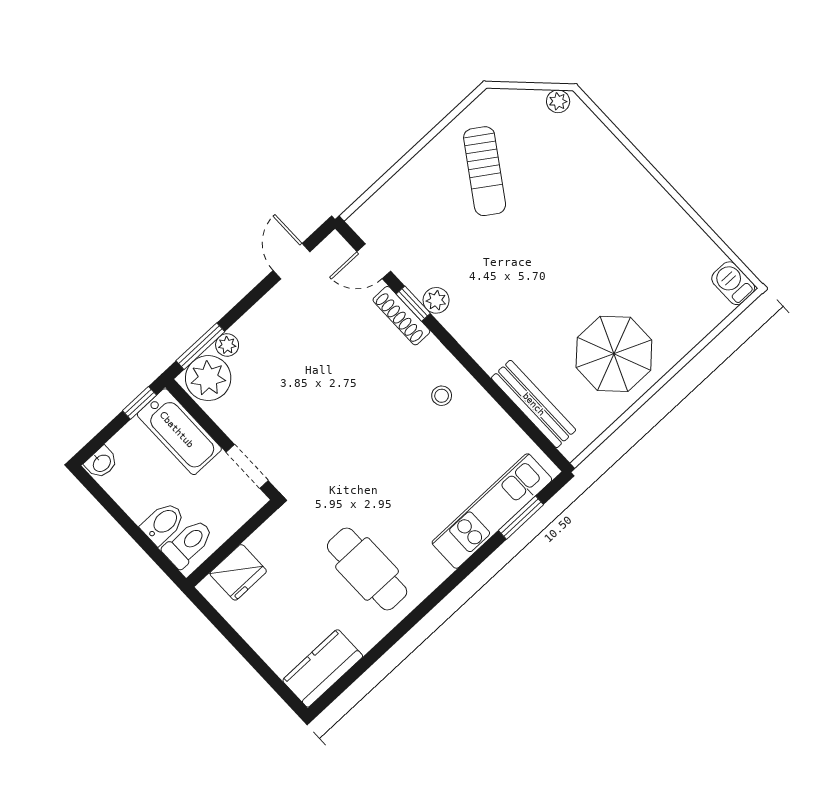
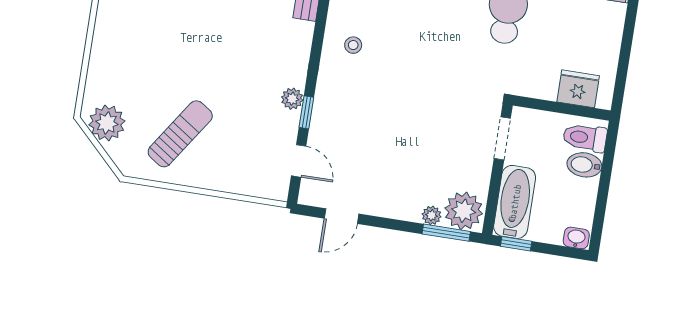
plant: (558, 101) -> (107, 123), width x1.88, depth x1.88
shoe rack: (401, 316) -> (321, 114), removed

